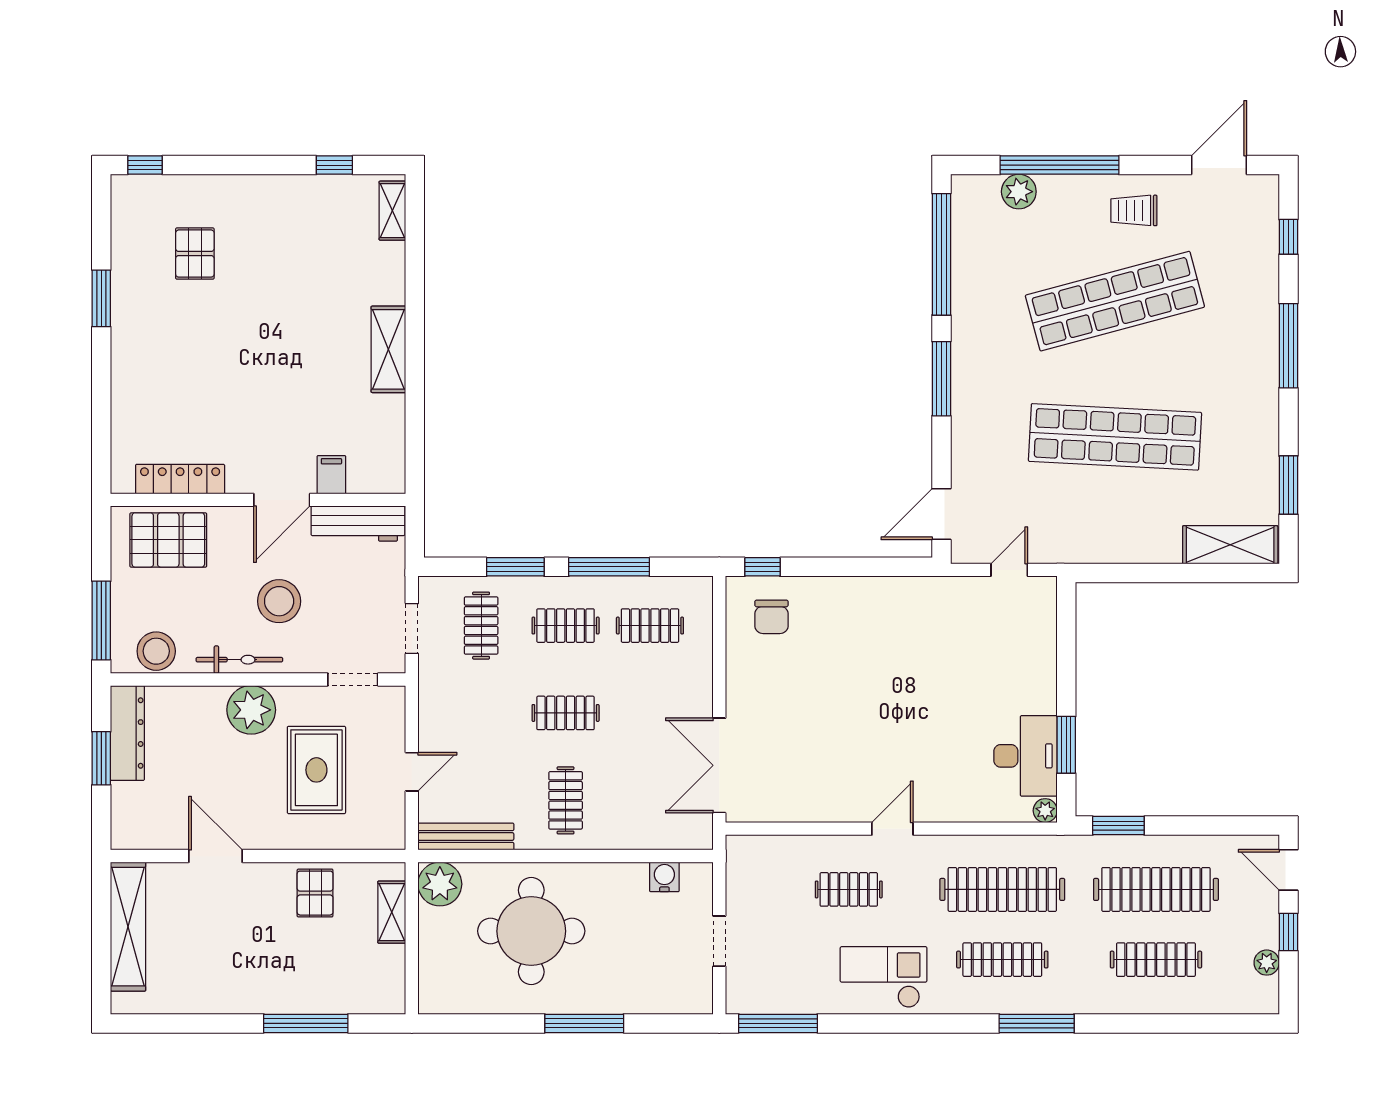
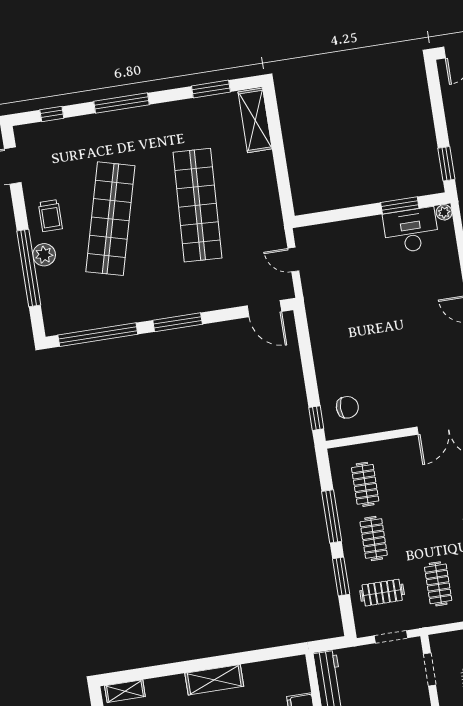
plant: (1019, 192) -> (44, 255), moved
shop shelf: (1115, 301) -> (110, 219), turned 30
clothes rail: (566, 713) -> (438, 584), moved

